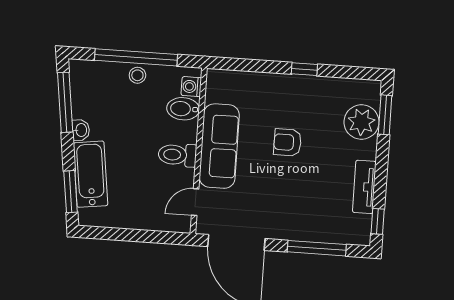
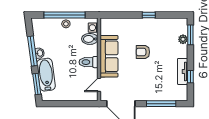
window: (65, 102) -> (32, 51), moved
plant: (361, 122) -> (183, 39), width x0.53, depth x0.53
window: (378, 221) -> (190, 77), moved

